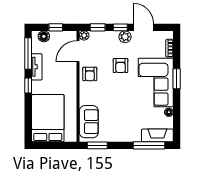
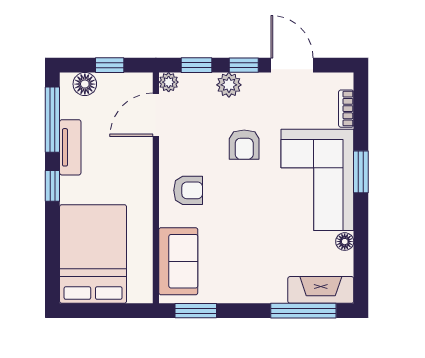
plant: (125, 37) -> (229, 85), moved
armchair: (90, 74) -> (188, 190), moved, turned -90

